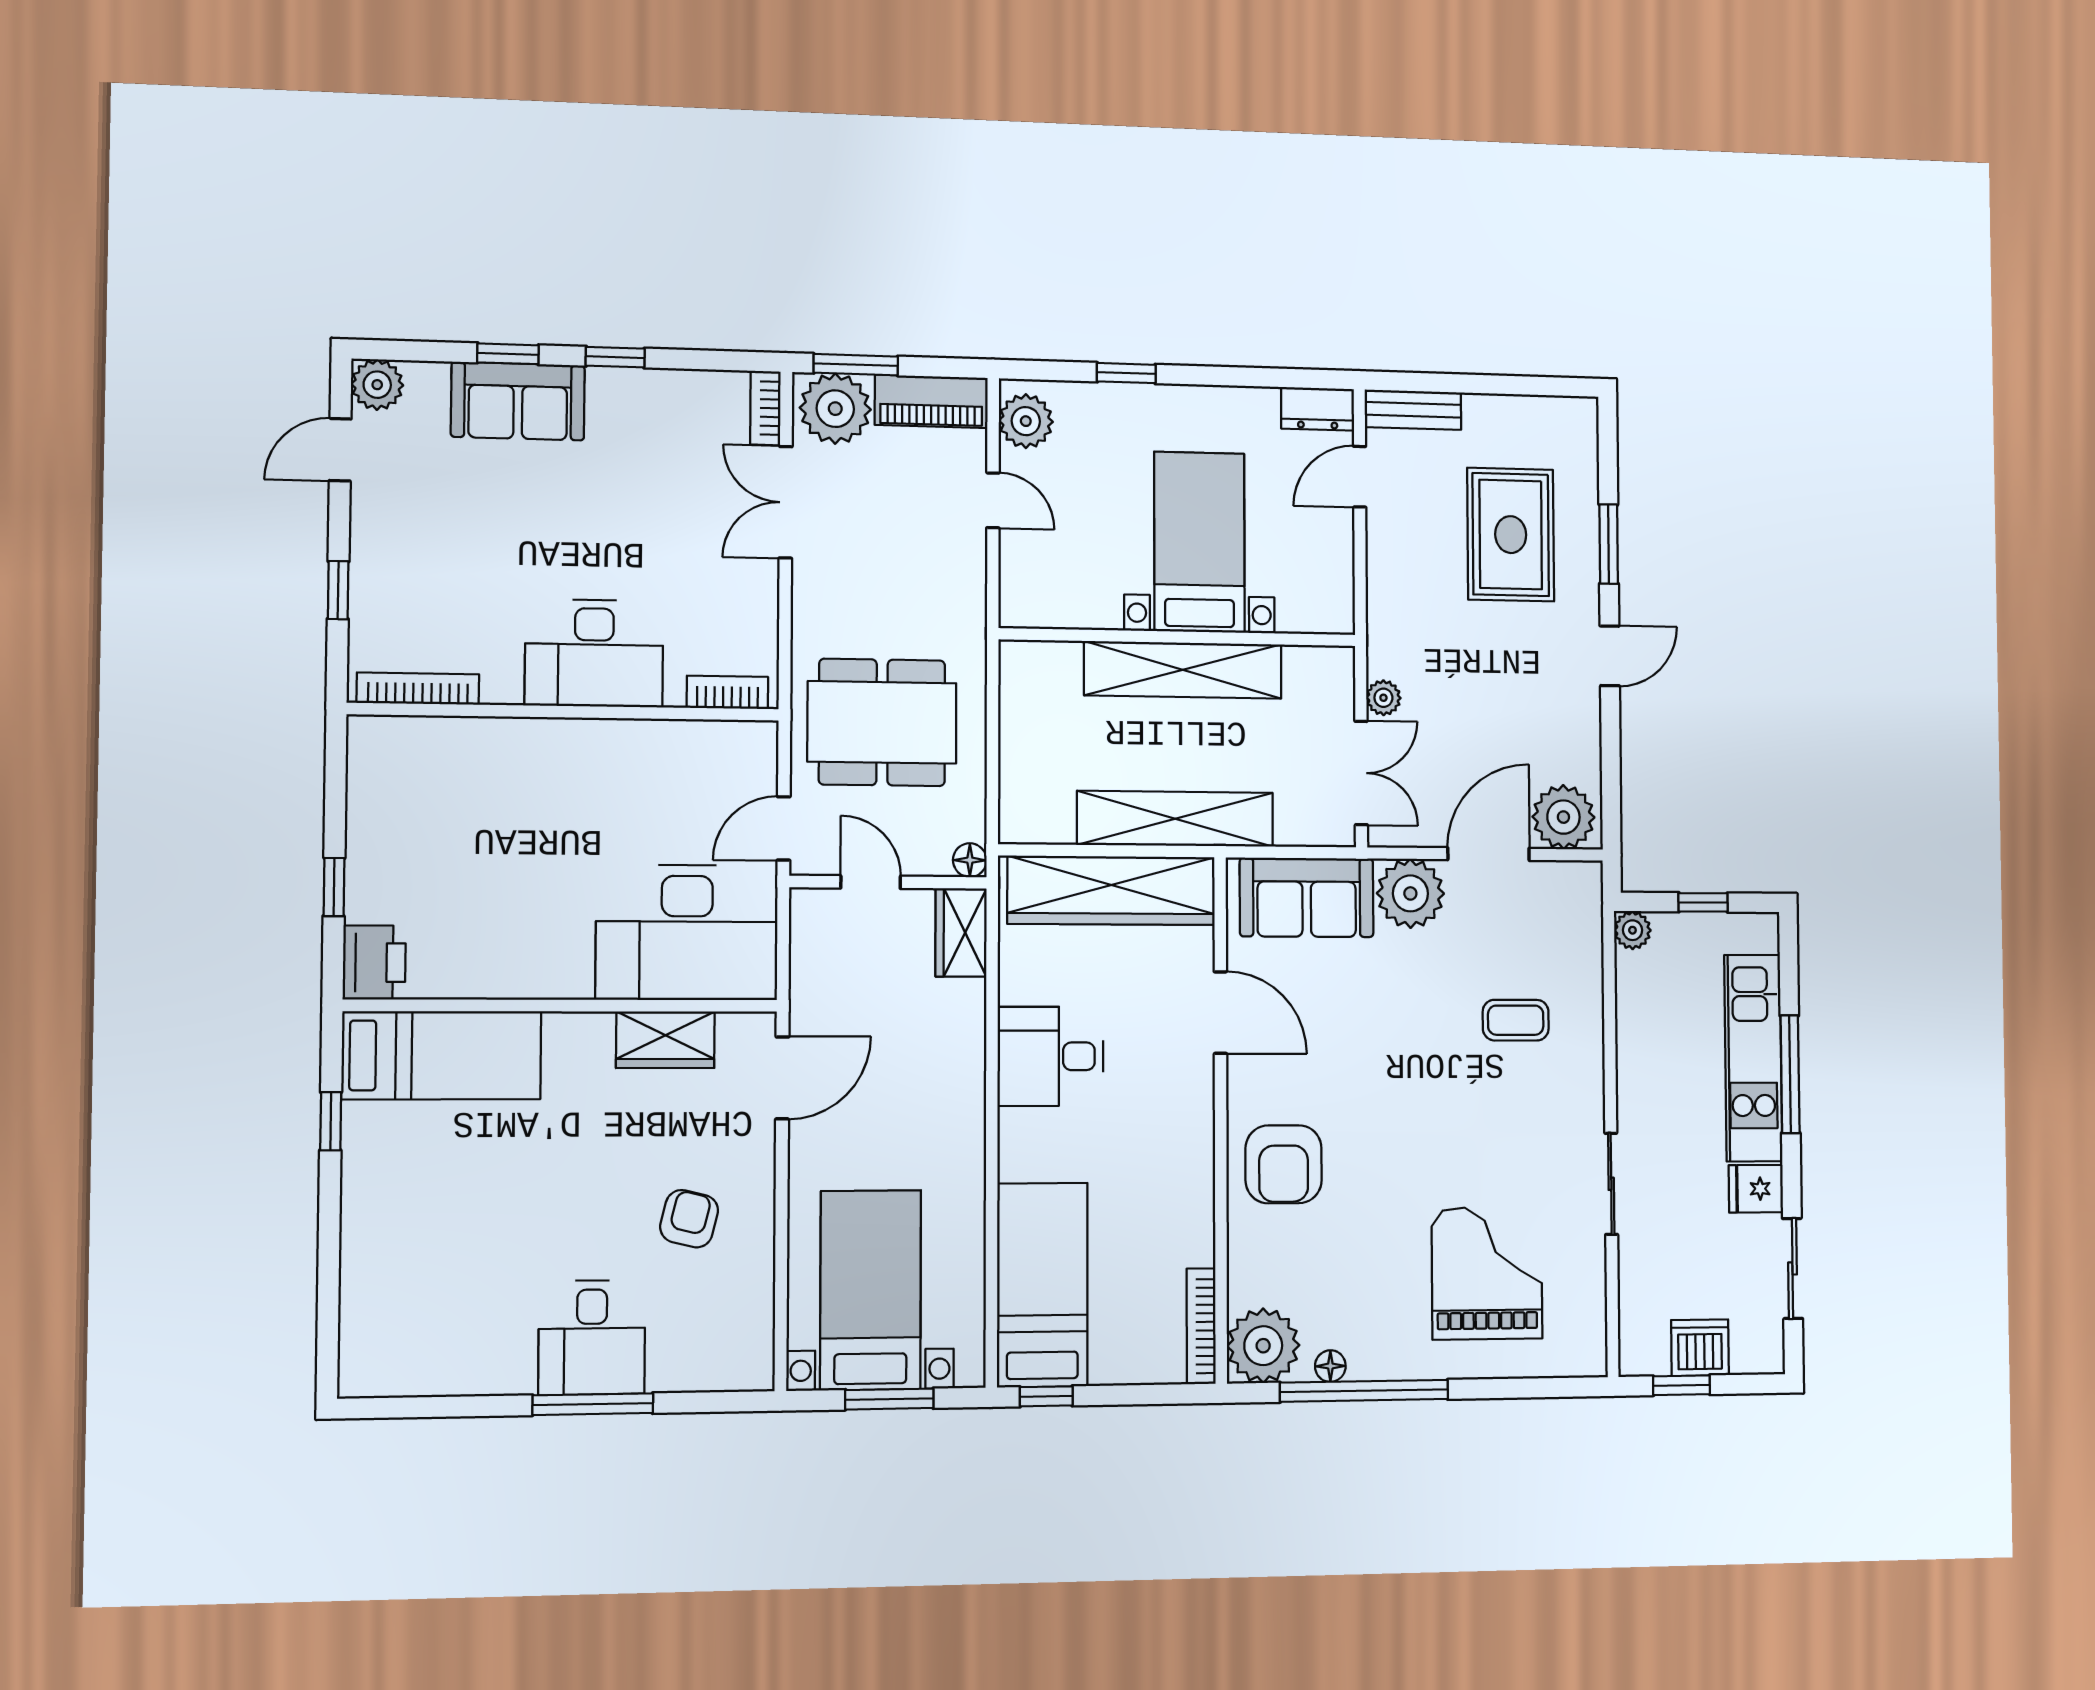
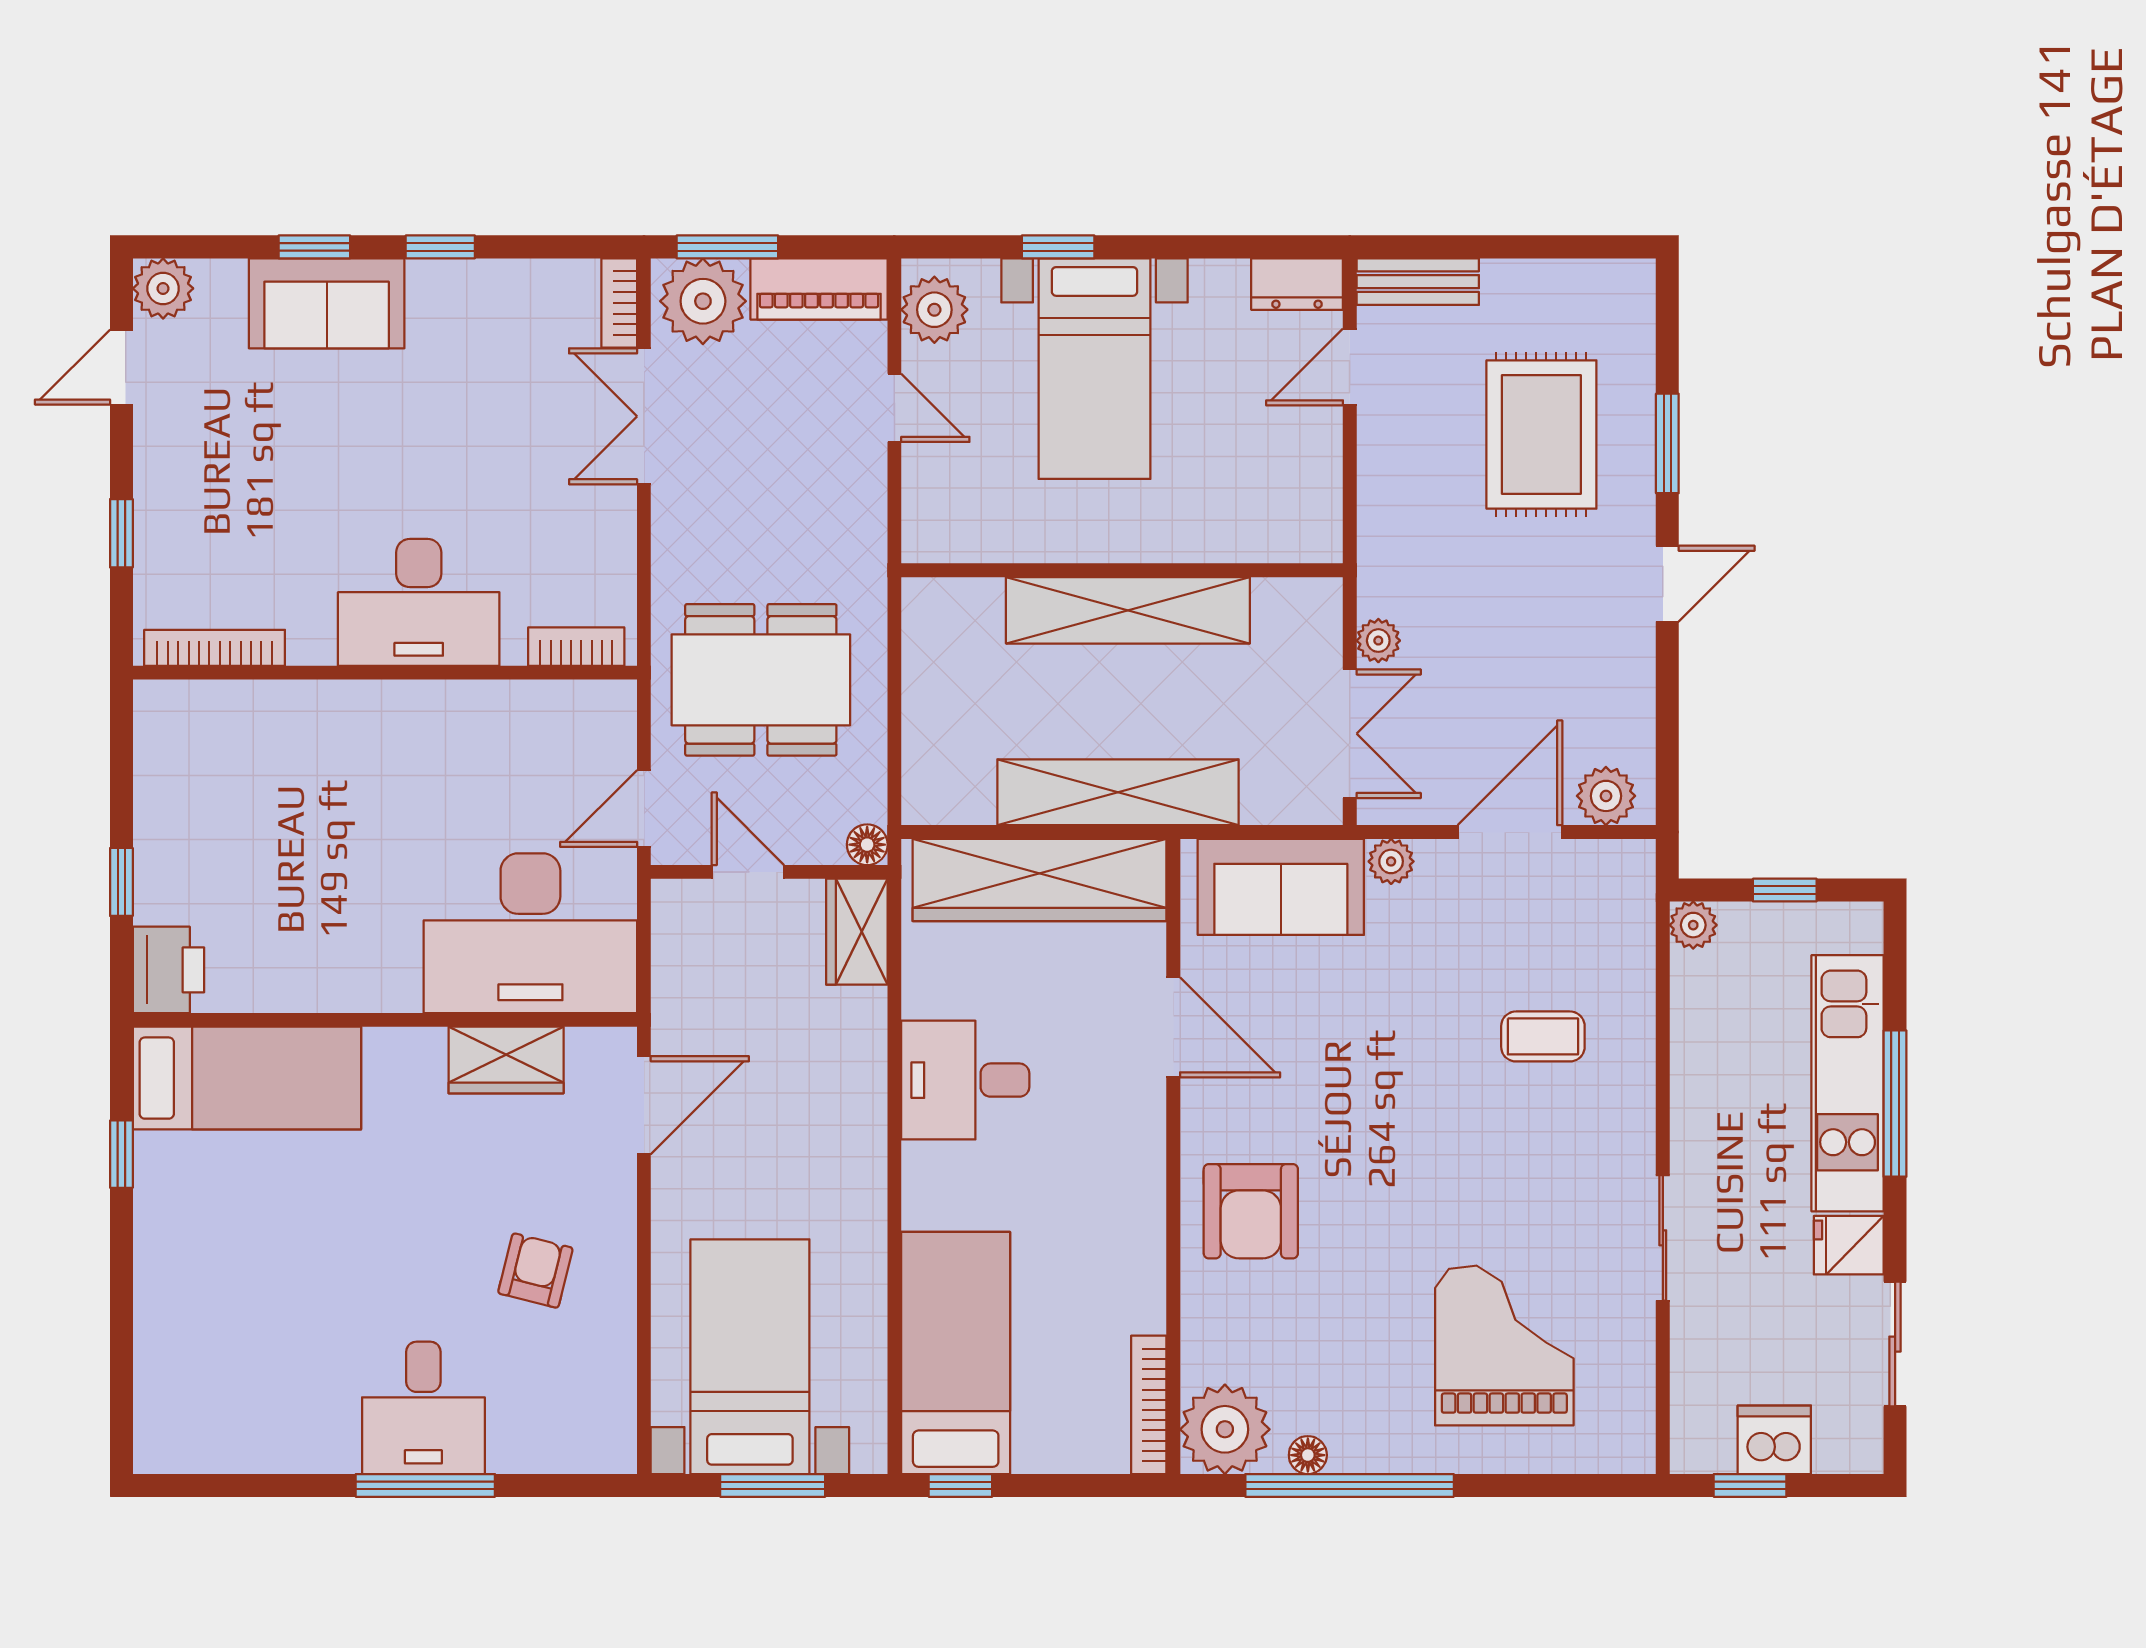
bed with nightstands: (1199, 542) -> (1094, 369), moved, turned 180
plant: (1563, 817) -> (1606, 796), width x0.73, depth x0.73
plant: (1410, 893) -> (1391, 861), width x0.53, depth x0.53

